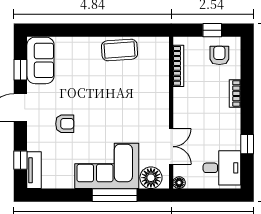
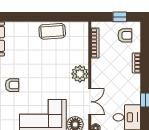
armchair: (219, 55) -> (125, 35), turned 90
plant: (157, 108) -> (80, 74), added

